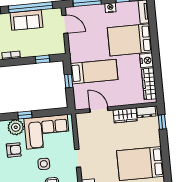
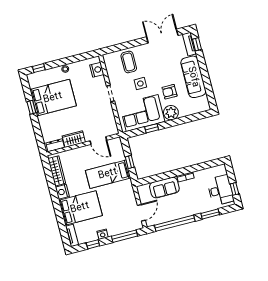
sofa: (26, 20) -> (164, 188), moved, turned 180
door: (65, 24) -> (141, 213), swing flipped
window: (42, 59) -> (157, 178), removed
window: (25, 115) -> (152, 128), moved
window: (162, 122) -> (31, 107), moved

